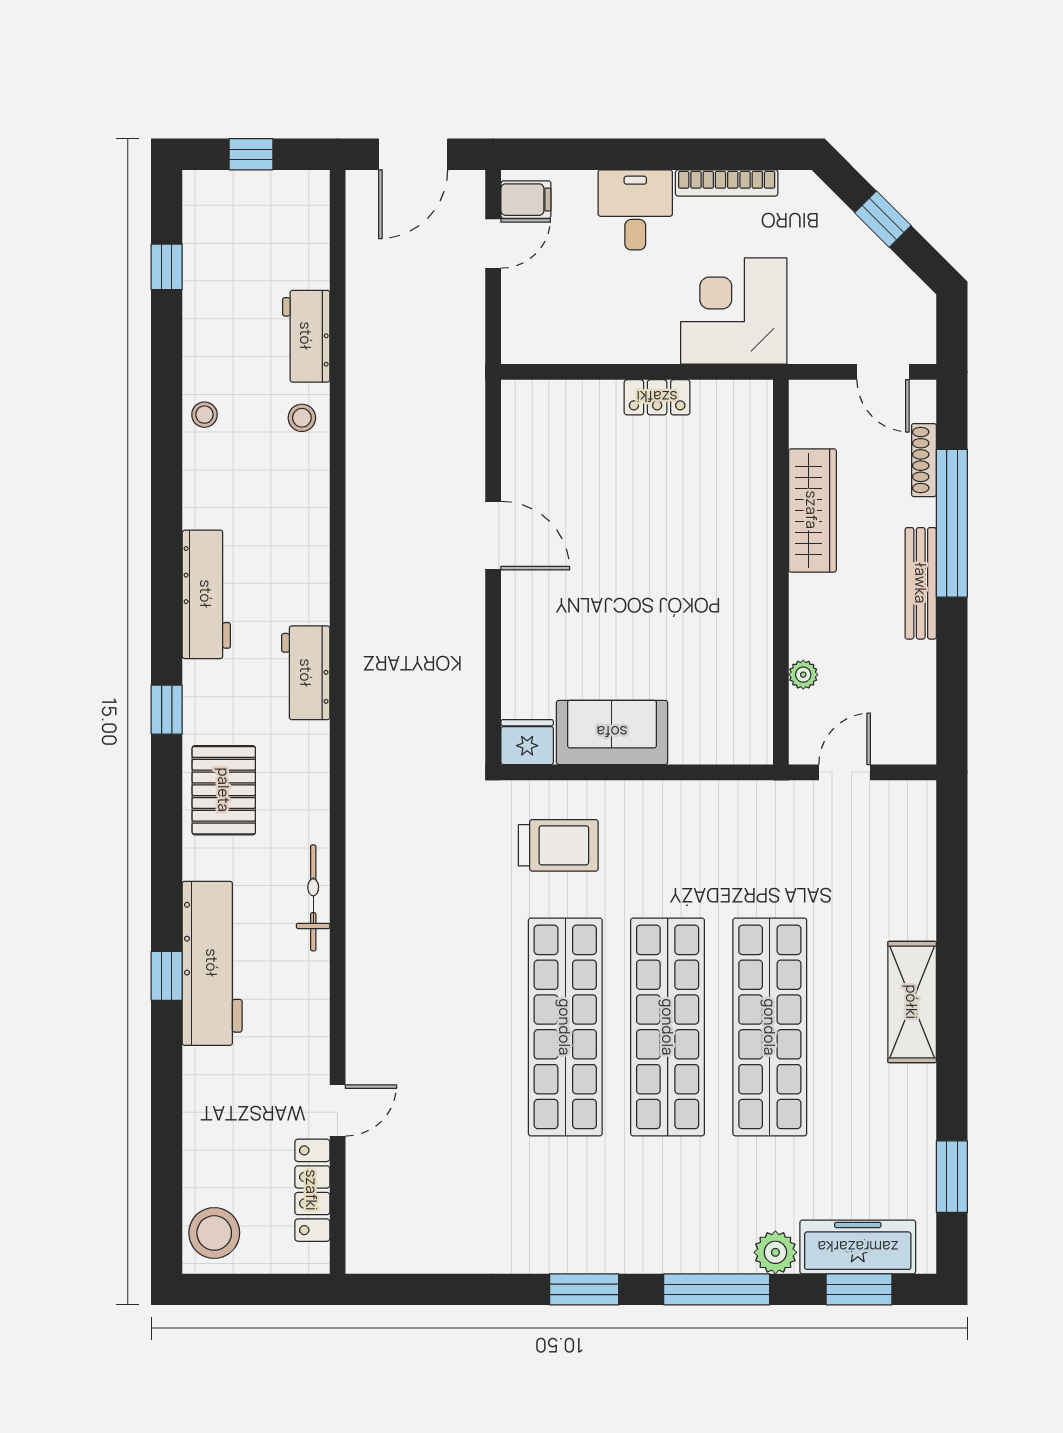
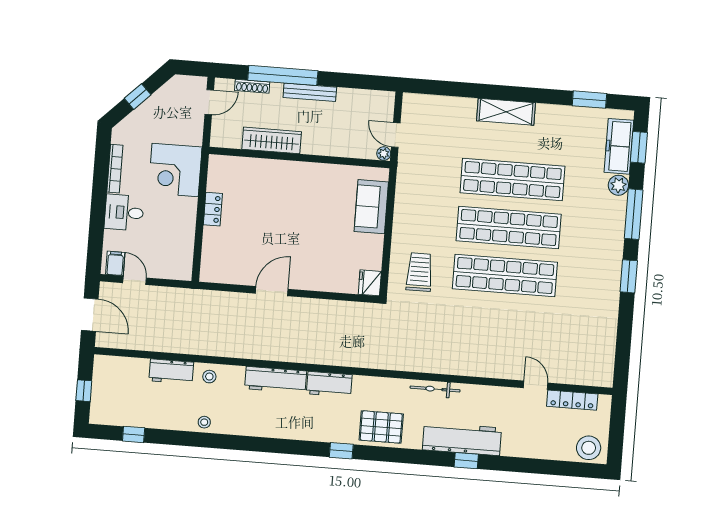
workbench: (206, 594) -> (276, 380), moved, turned 180
plant: (803, 675) -> (384, 154), moved
sofa: (612, 732) -> (371, 207), moved

